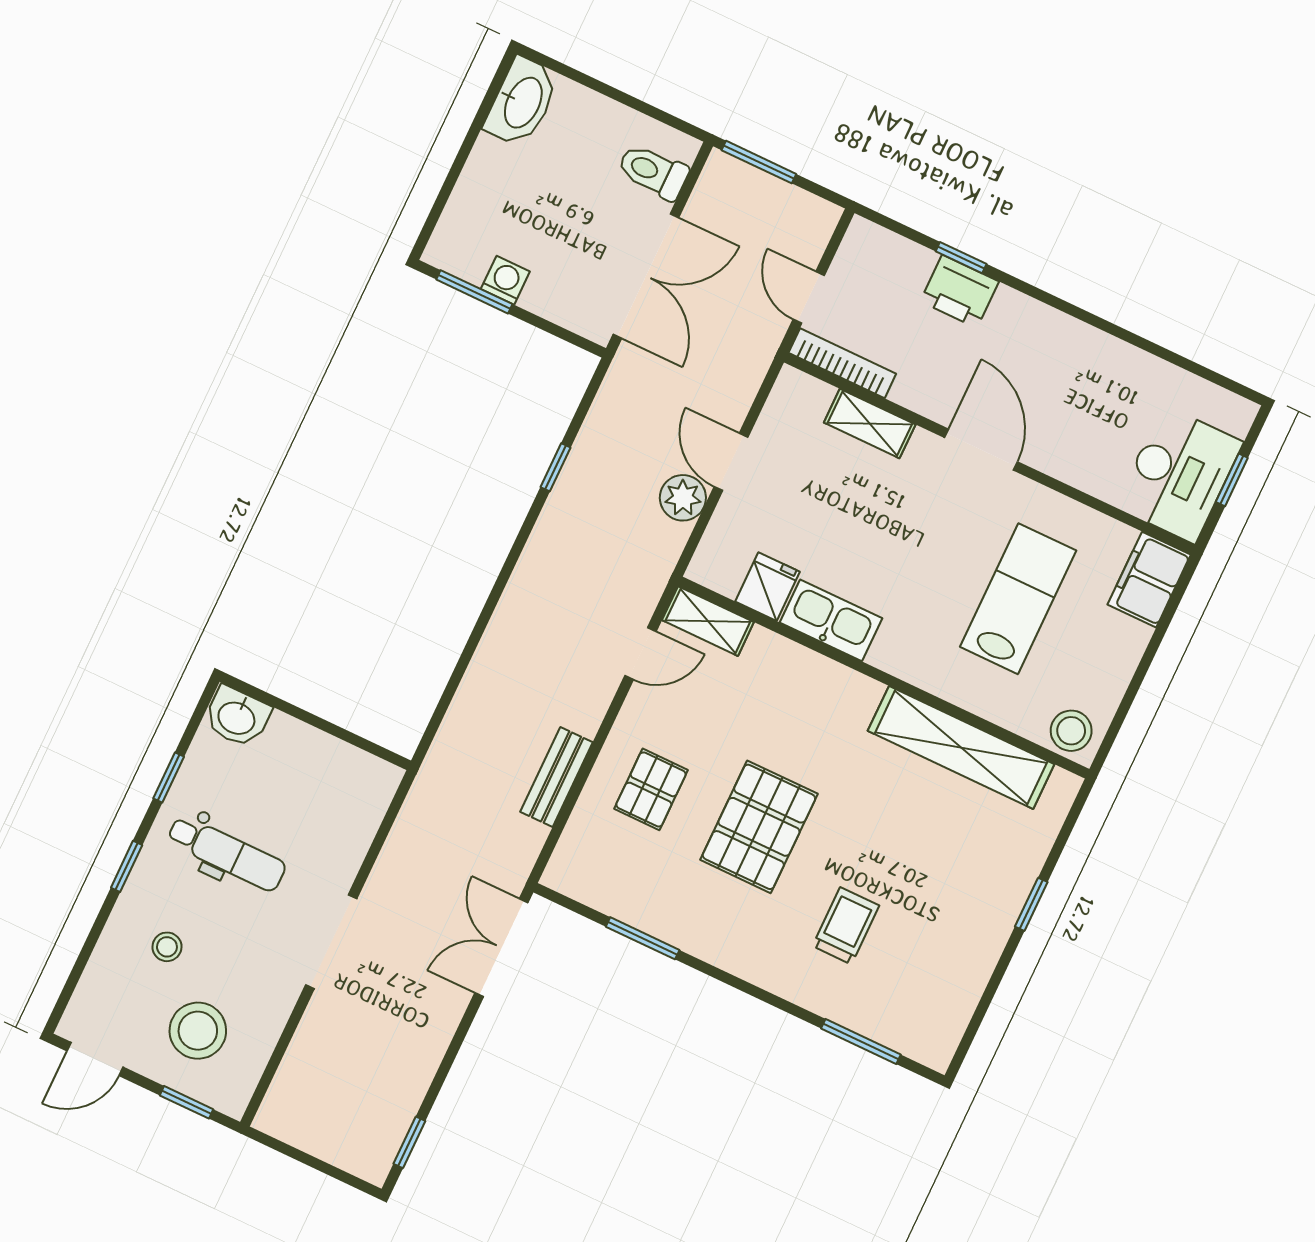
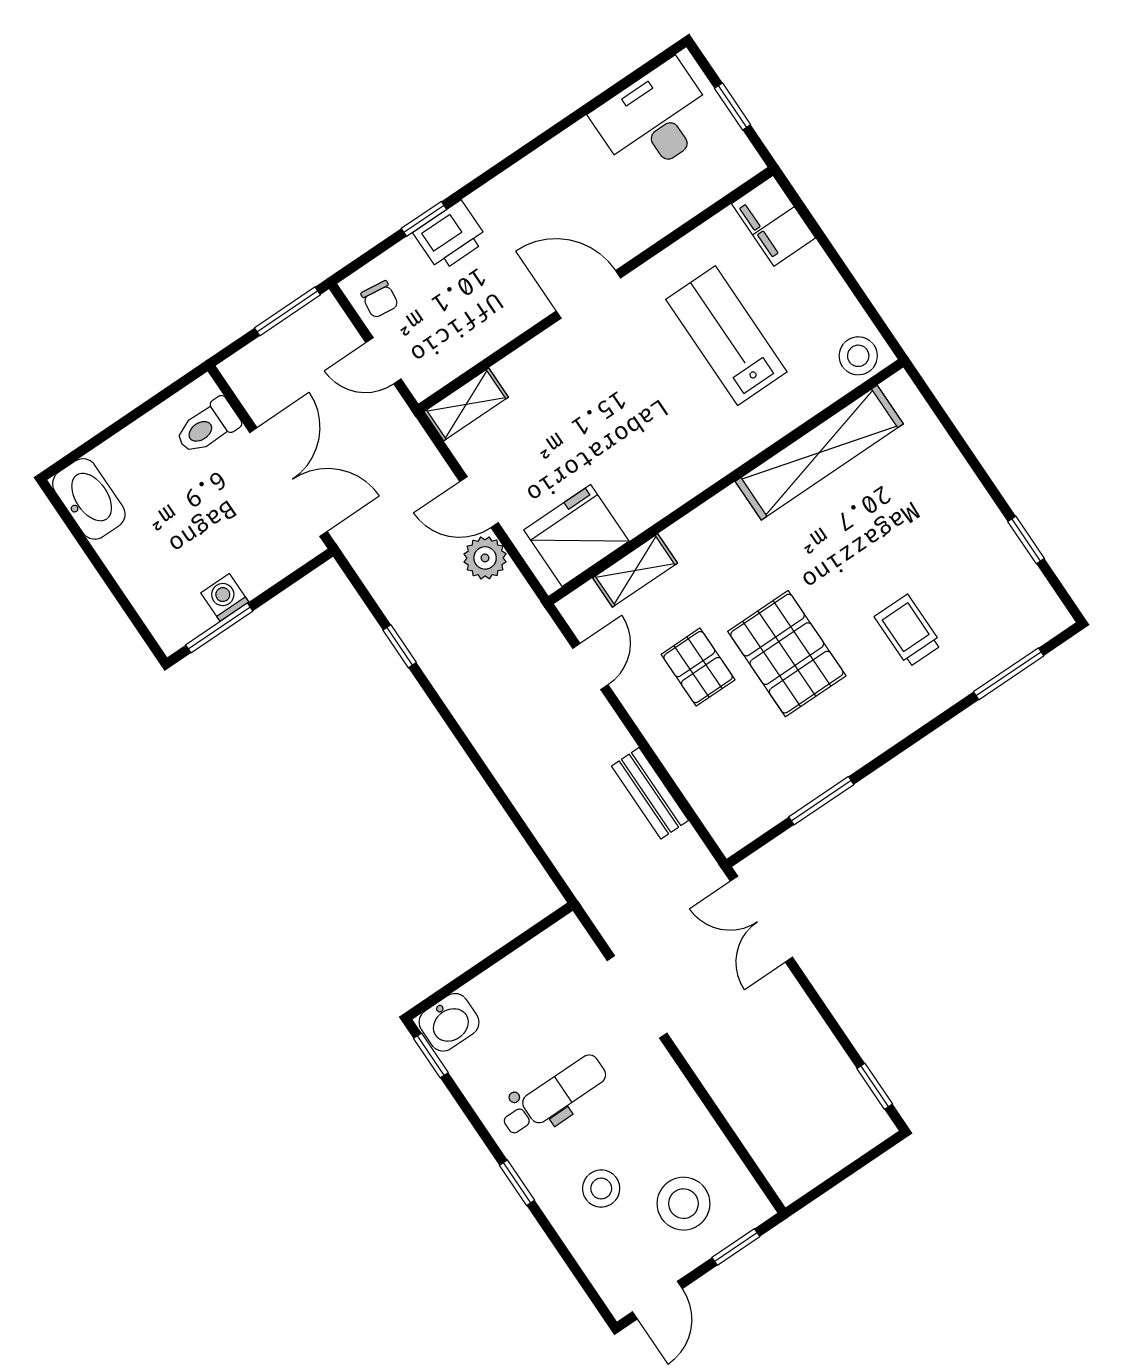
window: (759, 162) -> (287, 311), moved
chair: (863, 261) -> (380, 299), added
bookcase: (842, 363) -> (452, 365), removed
shelving: (870, 424) -> (466, 404), moved
desk: (1179, 474) -> (655, 119), moved, turned -90
fridge: (767, 587) -> (576, 536), width x1.88, depth x1.34
kitchen sink: (831, 620) -> (655, 497), removed
shelving: (708, 621) -> (635, 570), moved
window: (169, 777) -> (431, 1056), moved
pallet: (651, 789) -> (698, 667), moved
window: (1031, 904) -> (1026, 540), moved
doorway: (331, 942) -> (637, 997), moved
stool: (167, 947) -> (601, 1189), width x1.37, depth x1.37

